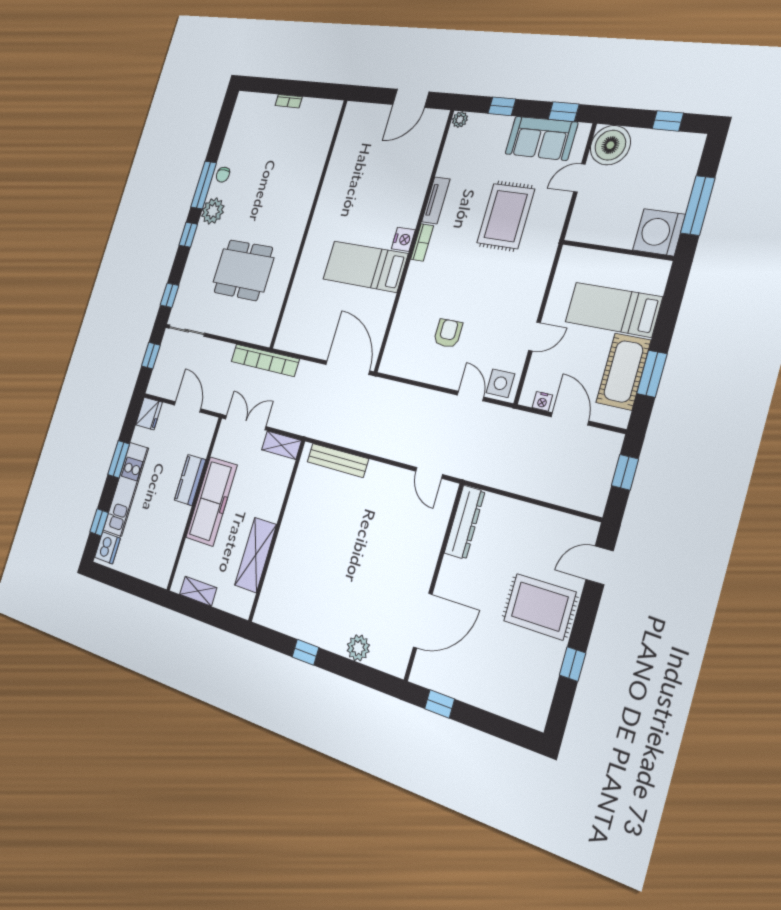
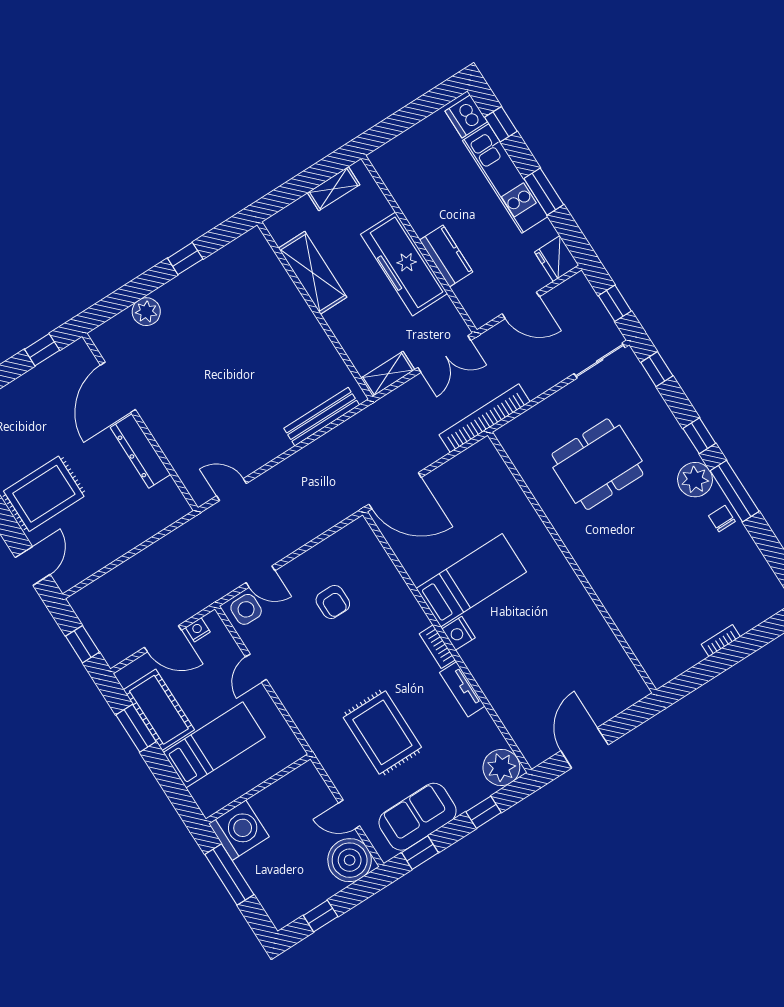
plant: (460, 120) -> (501, 767), width x1.88, depth x1.88
door: (579, 178) -> (349, 814), swing flipped
dresser: (465, 522) -> (140, 451), moved

